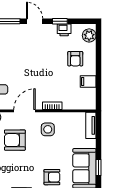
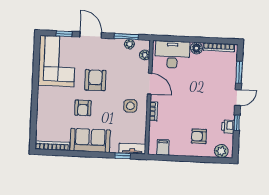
filing cabinet: (88, 81) -> (163, 147), moved
armchair: (15, 140) -> (95, 80), moved
window: (98, 168) -> (123, 156), moved

